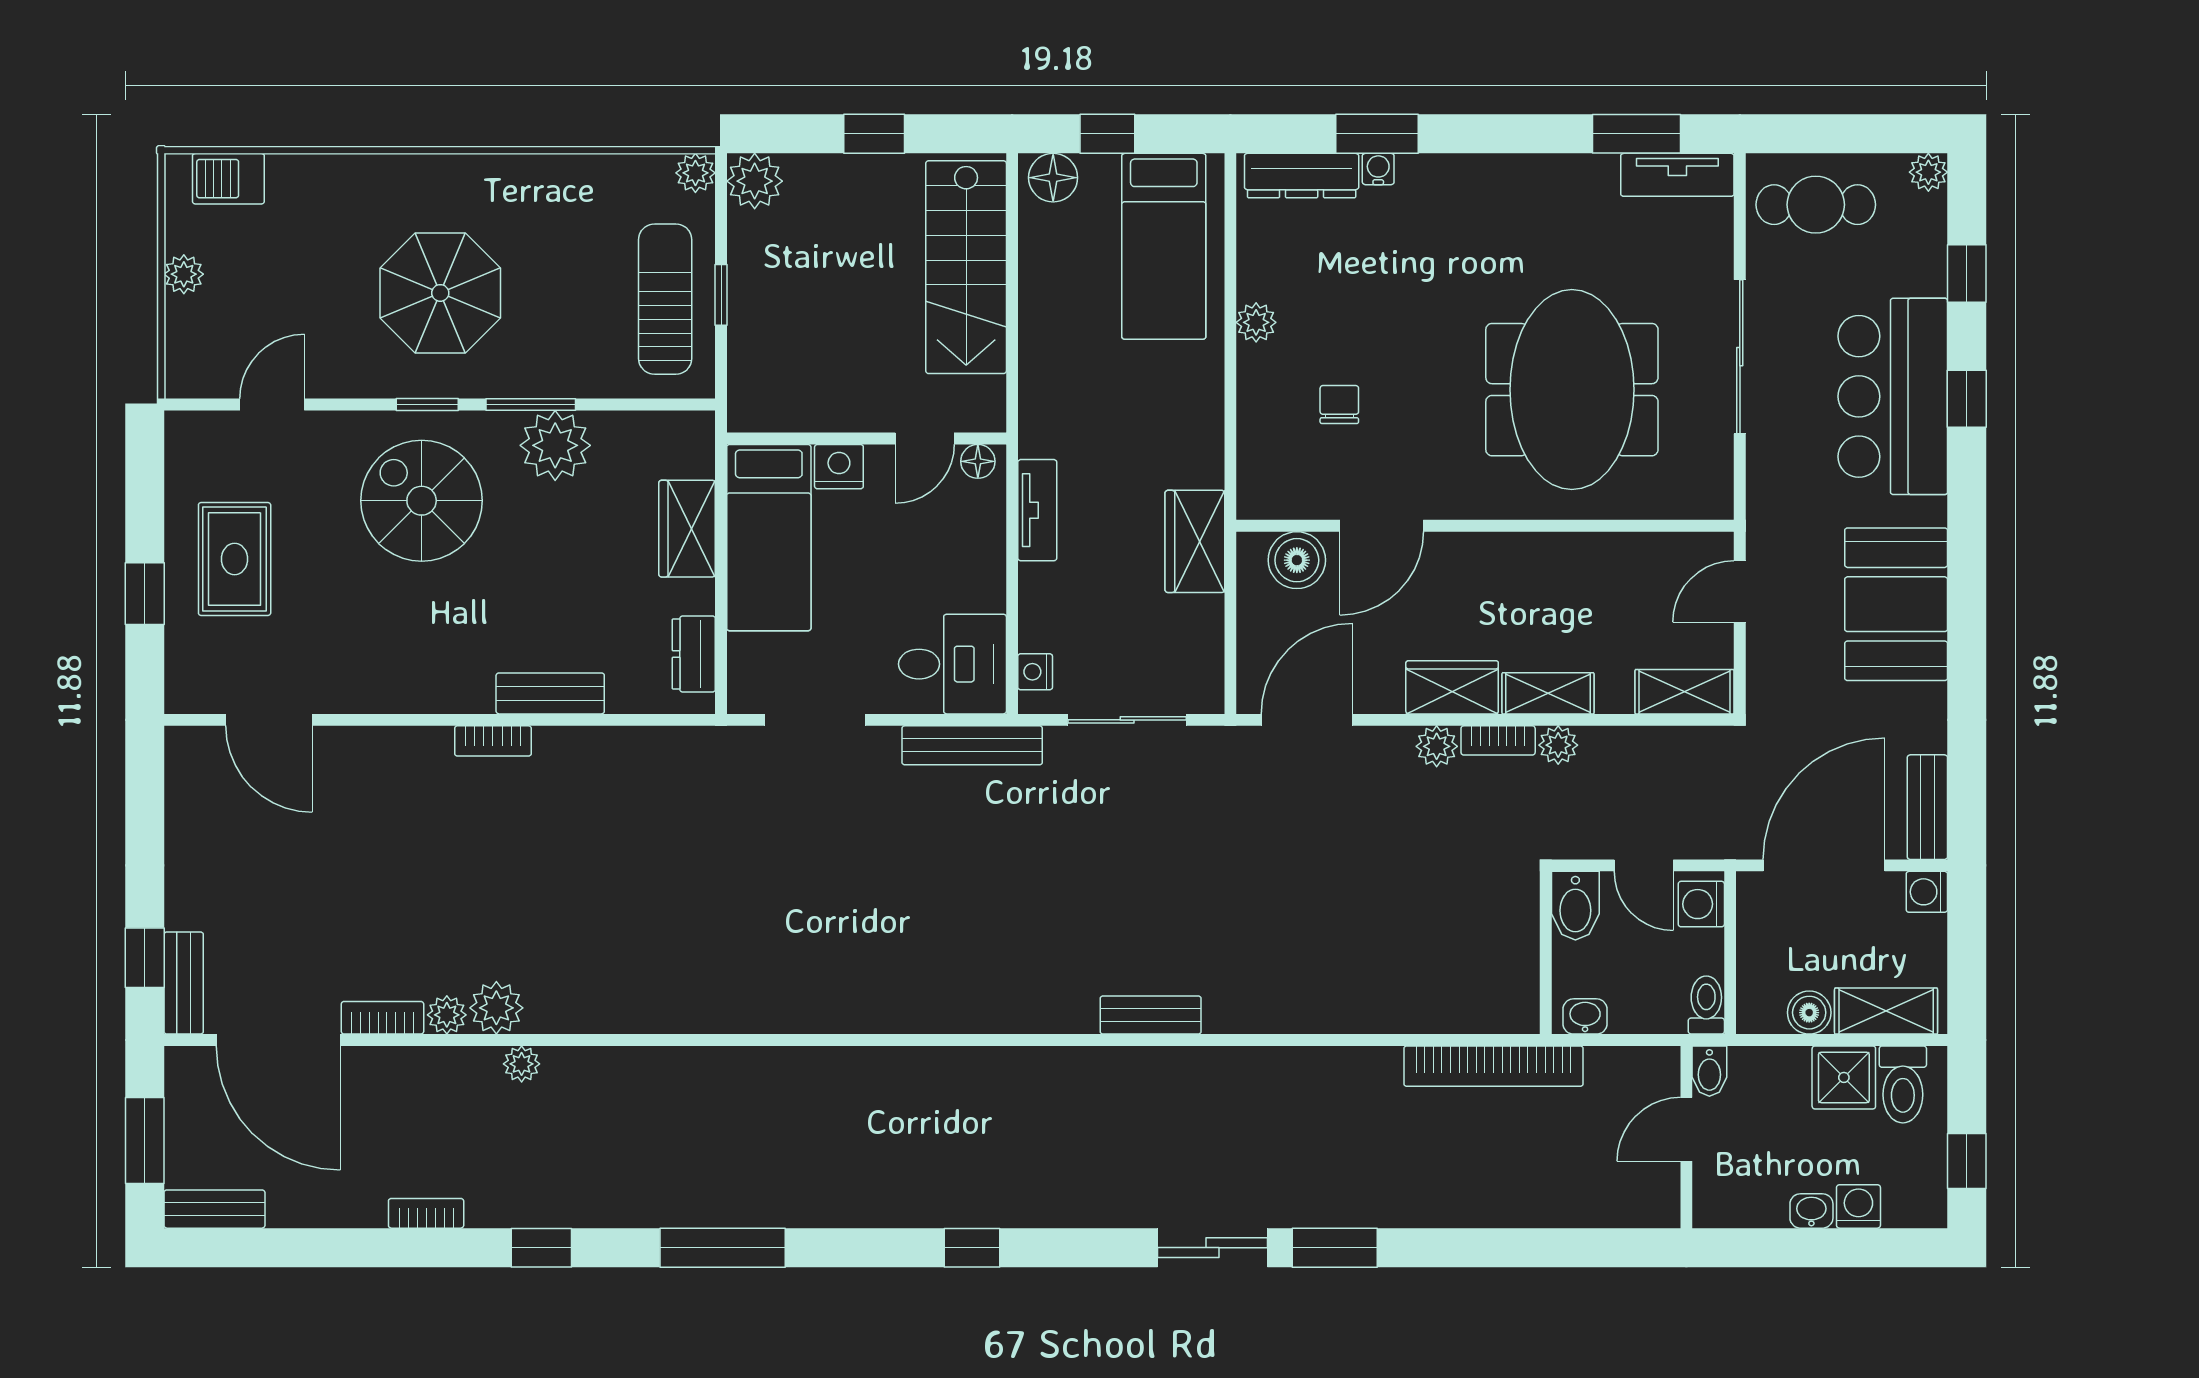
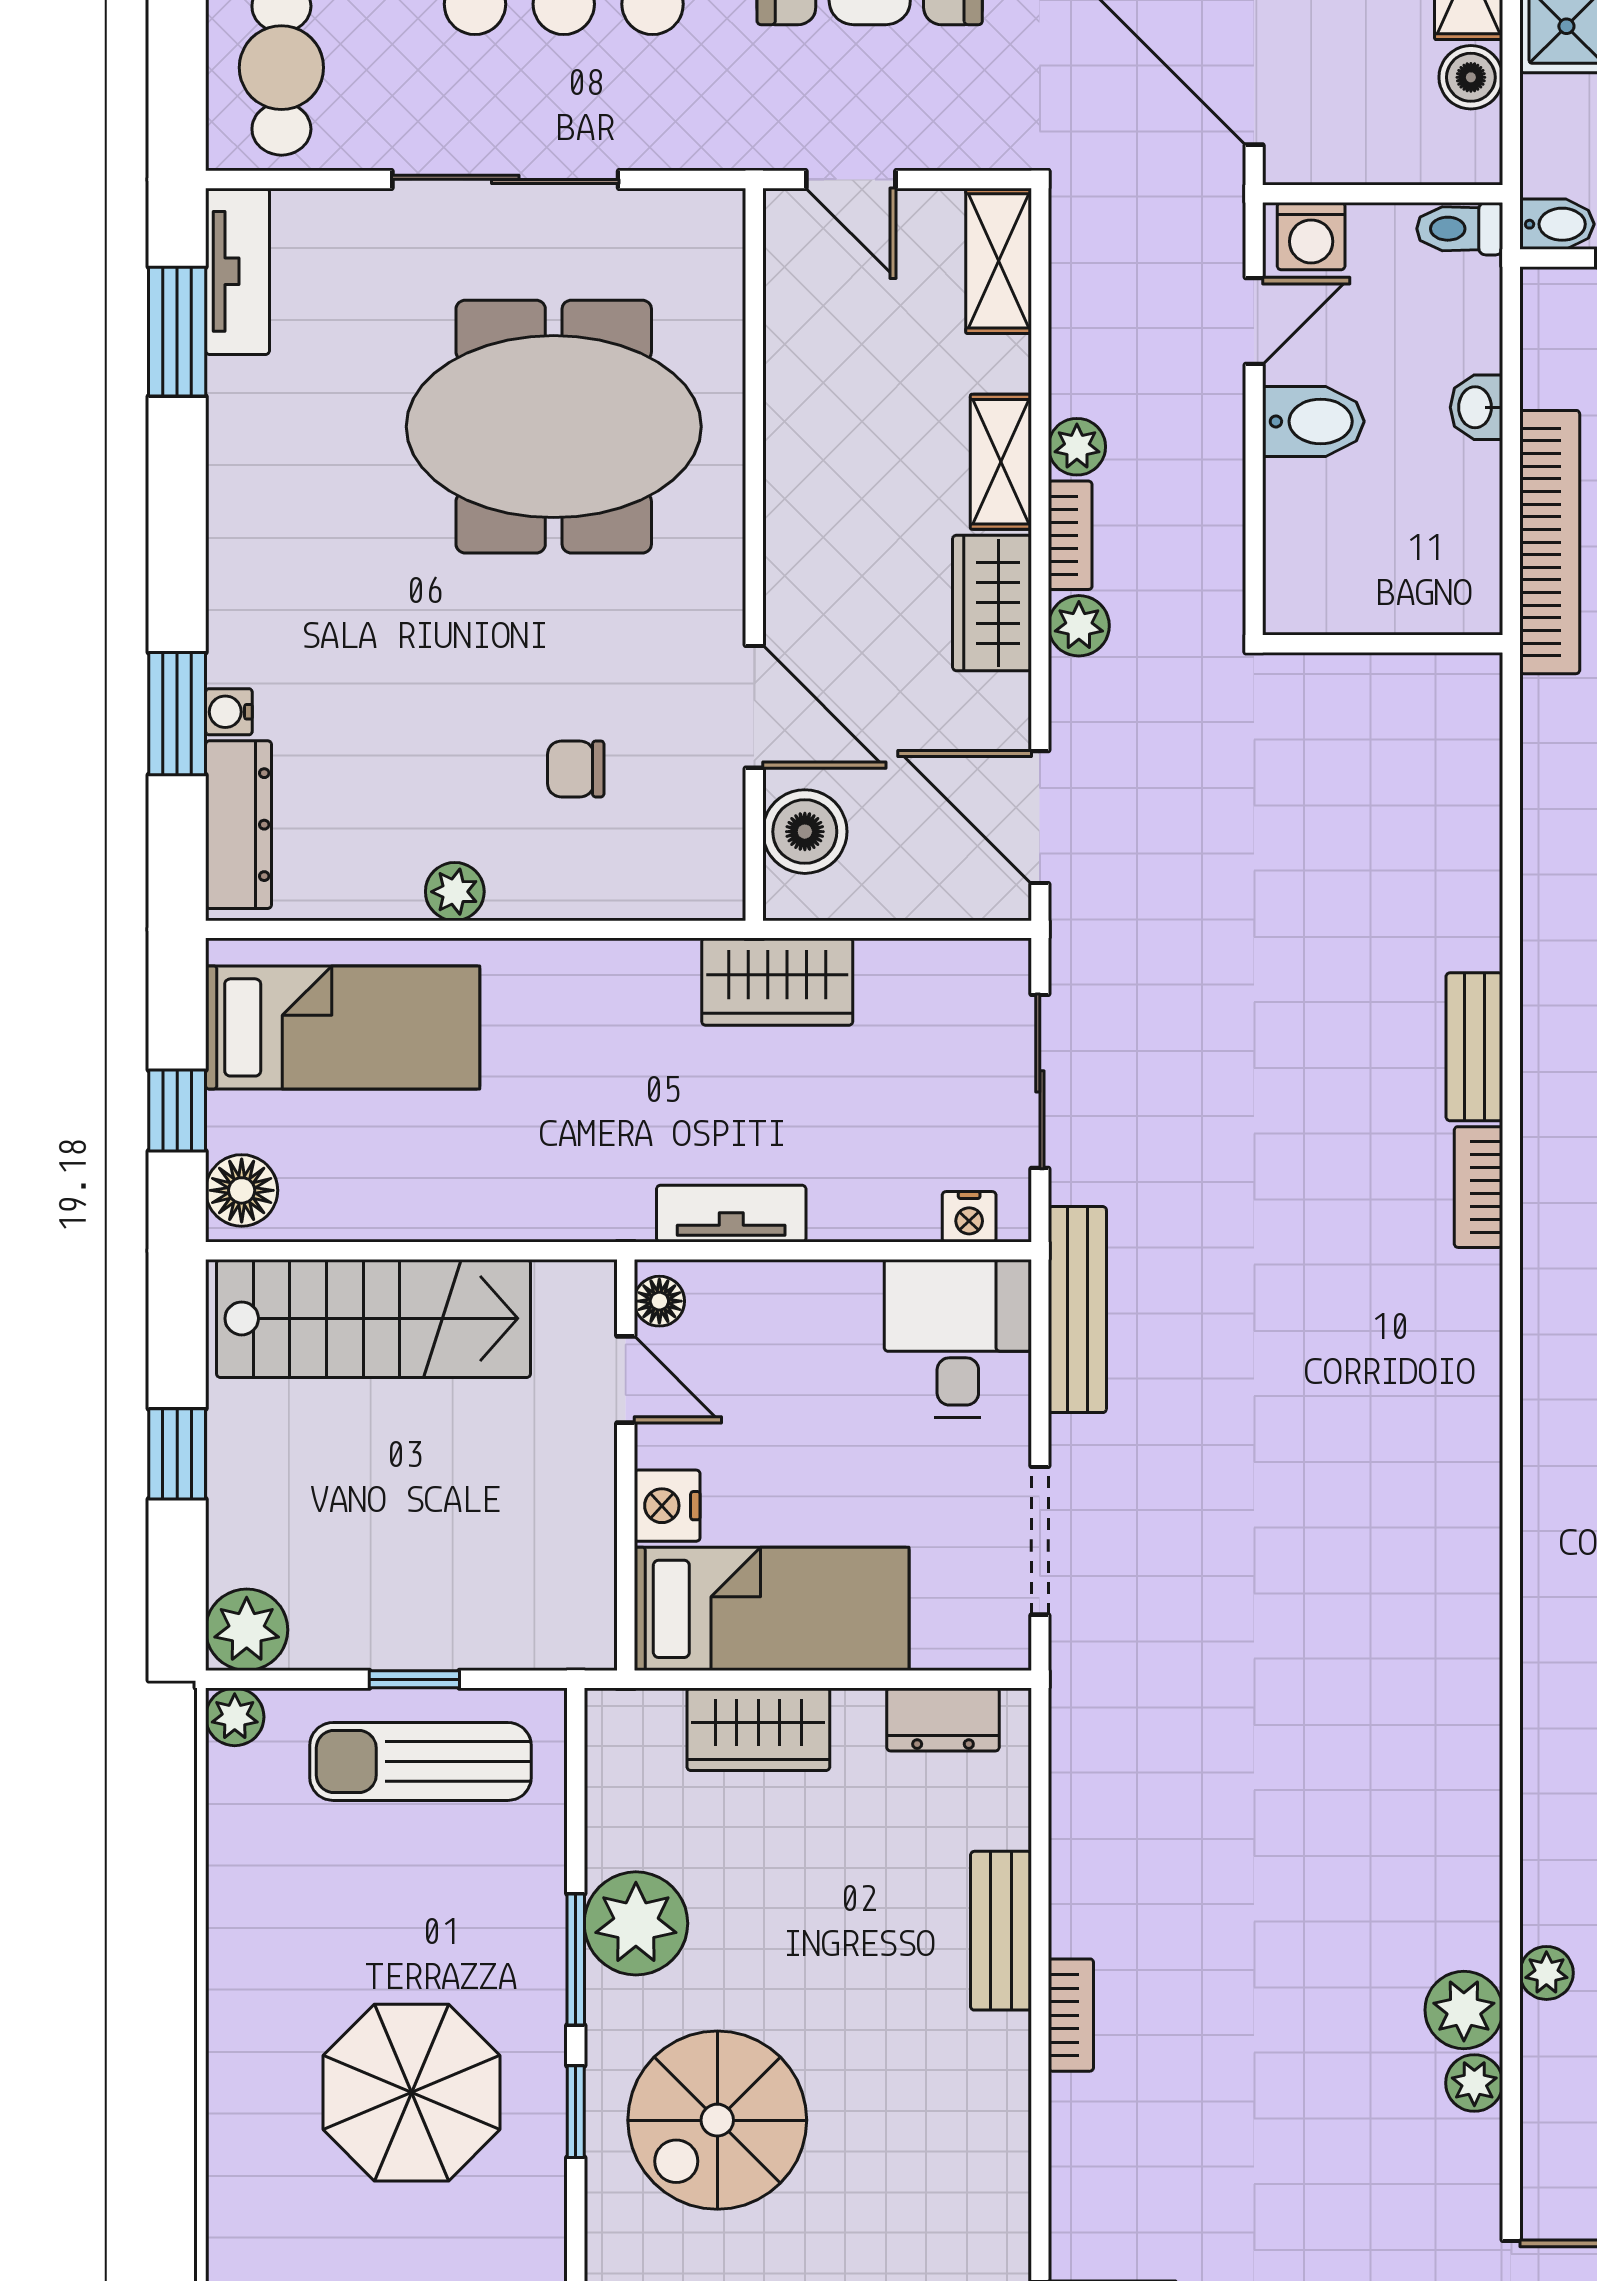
wall: (1546, 953) -> (1383, 644), moved
bookcase: (382, 1018) -> (1479, 1187), moved

